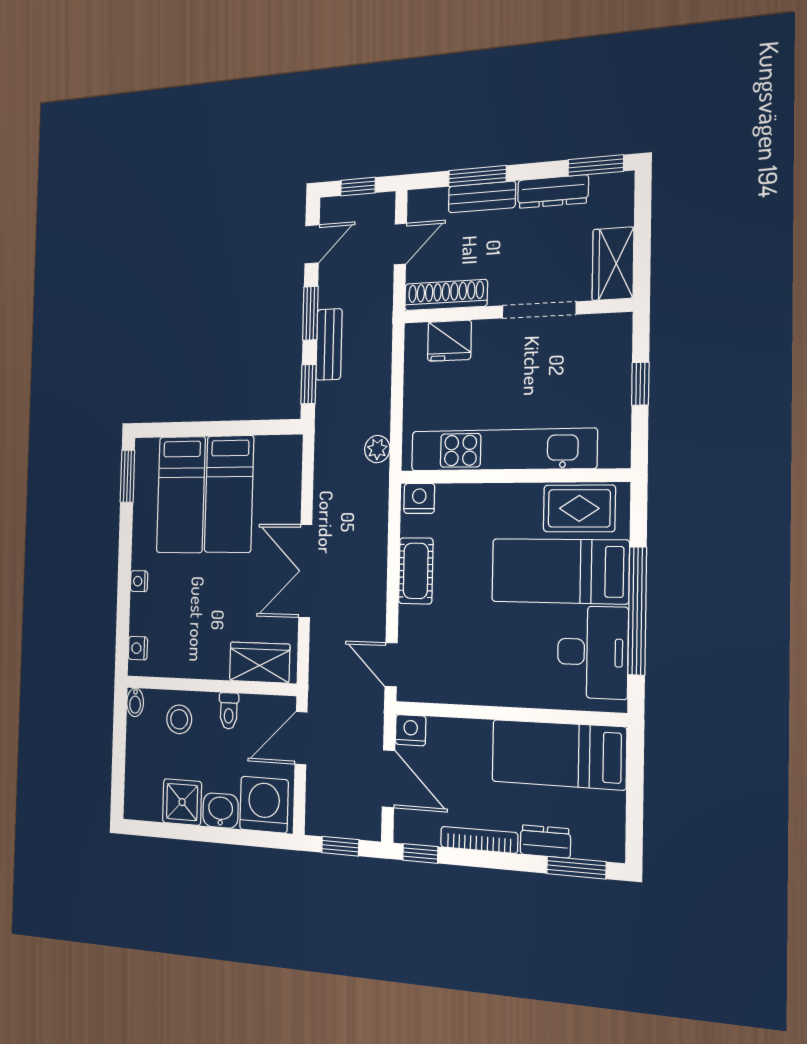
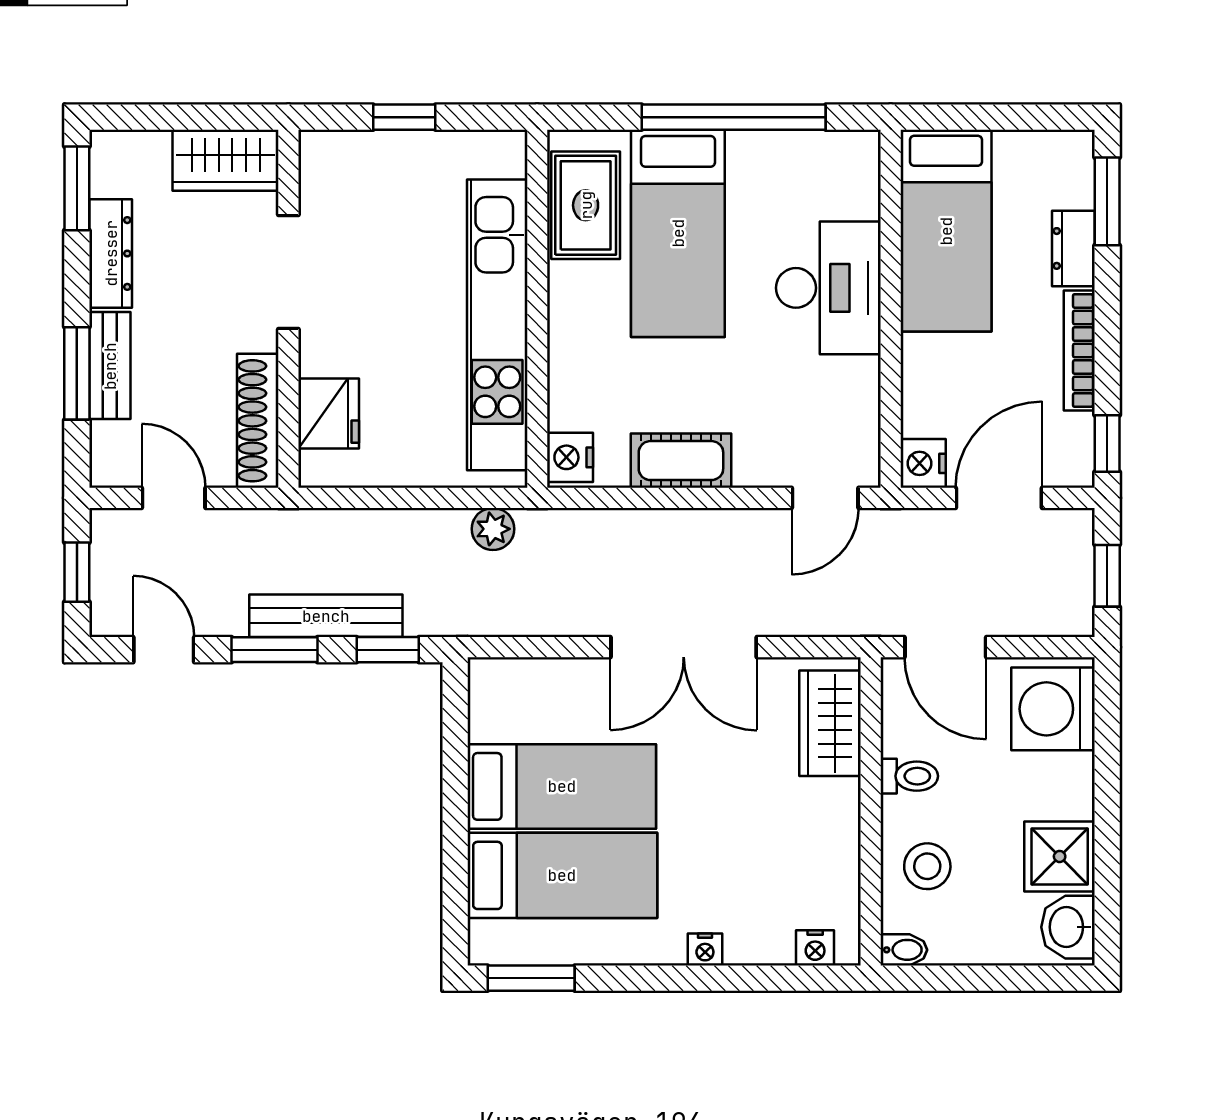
bench: (329, 344) -> (326, 616), width x1.36
desk: (593, 652) -> (828, 288), moved, turned 90
washbasin: (221, 811) -> (1068, 927), moved

